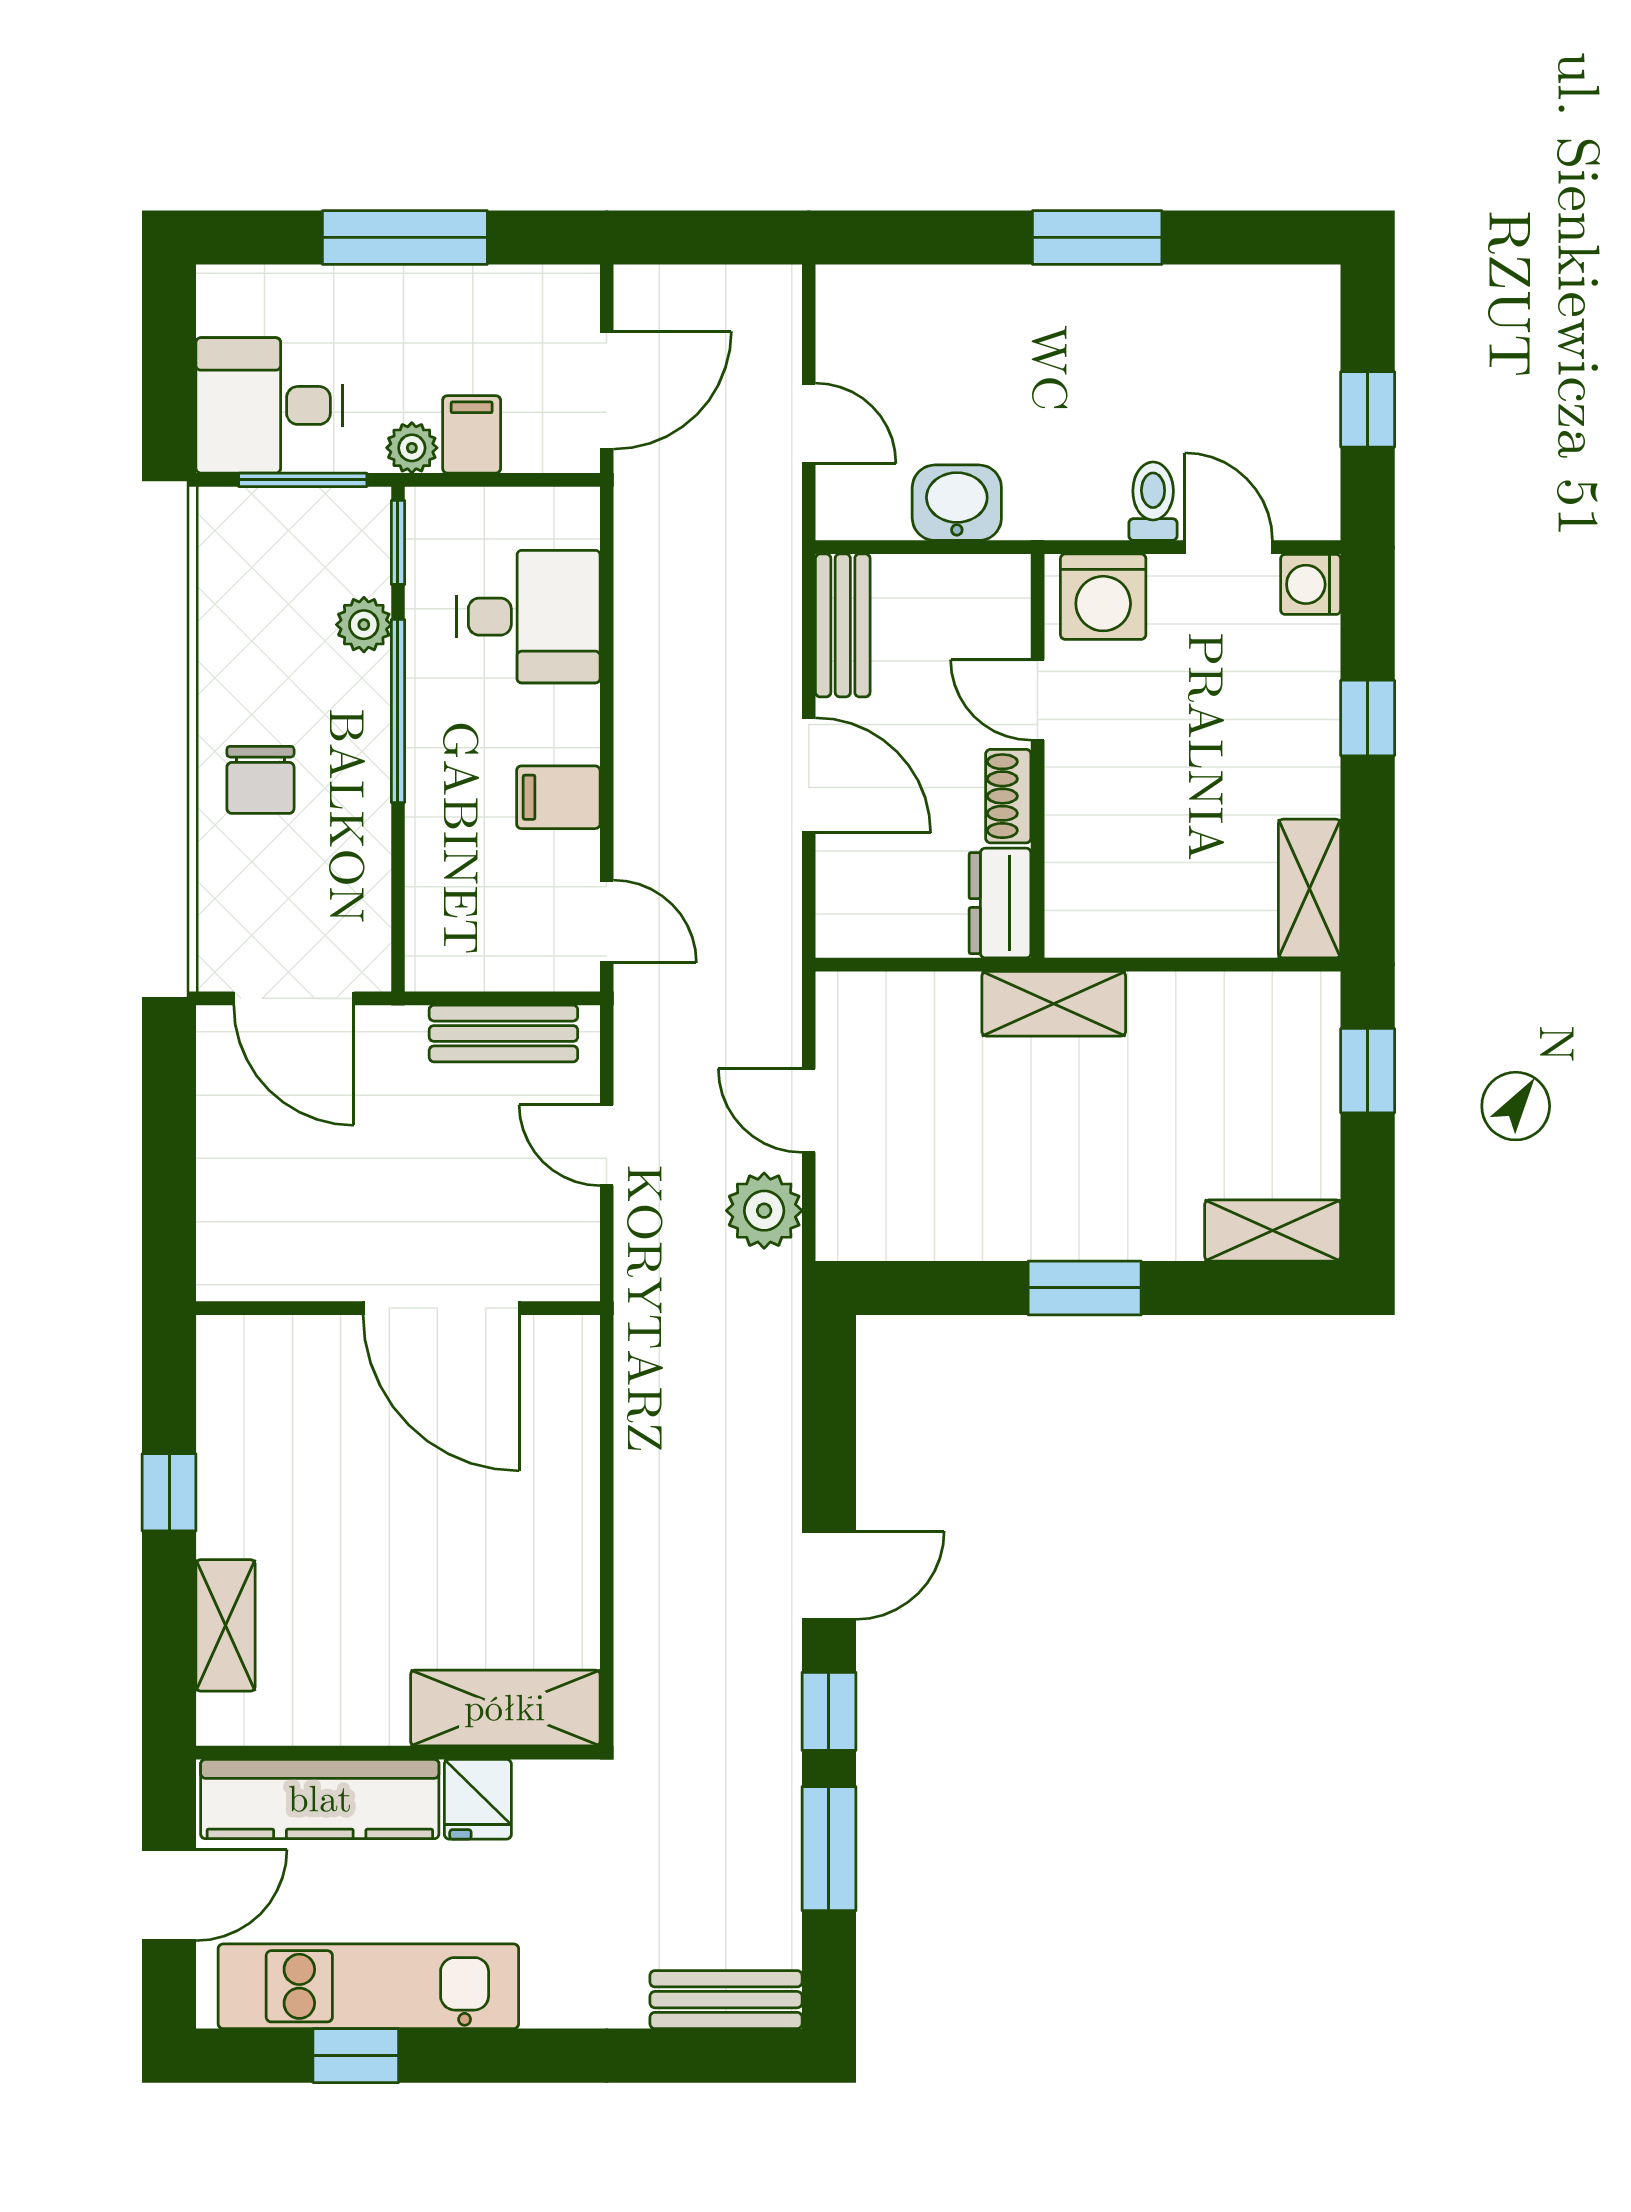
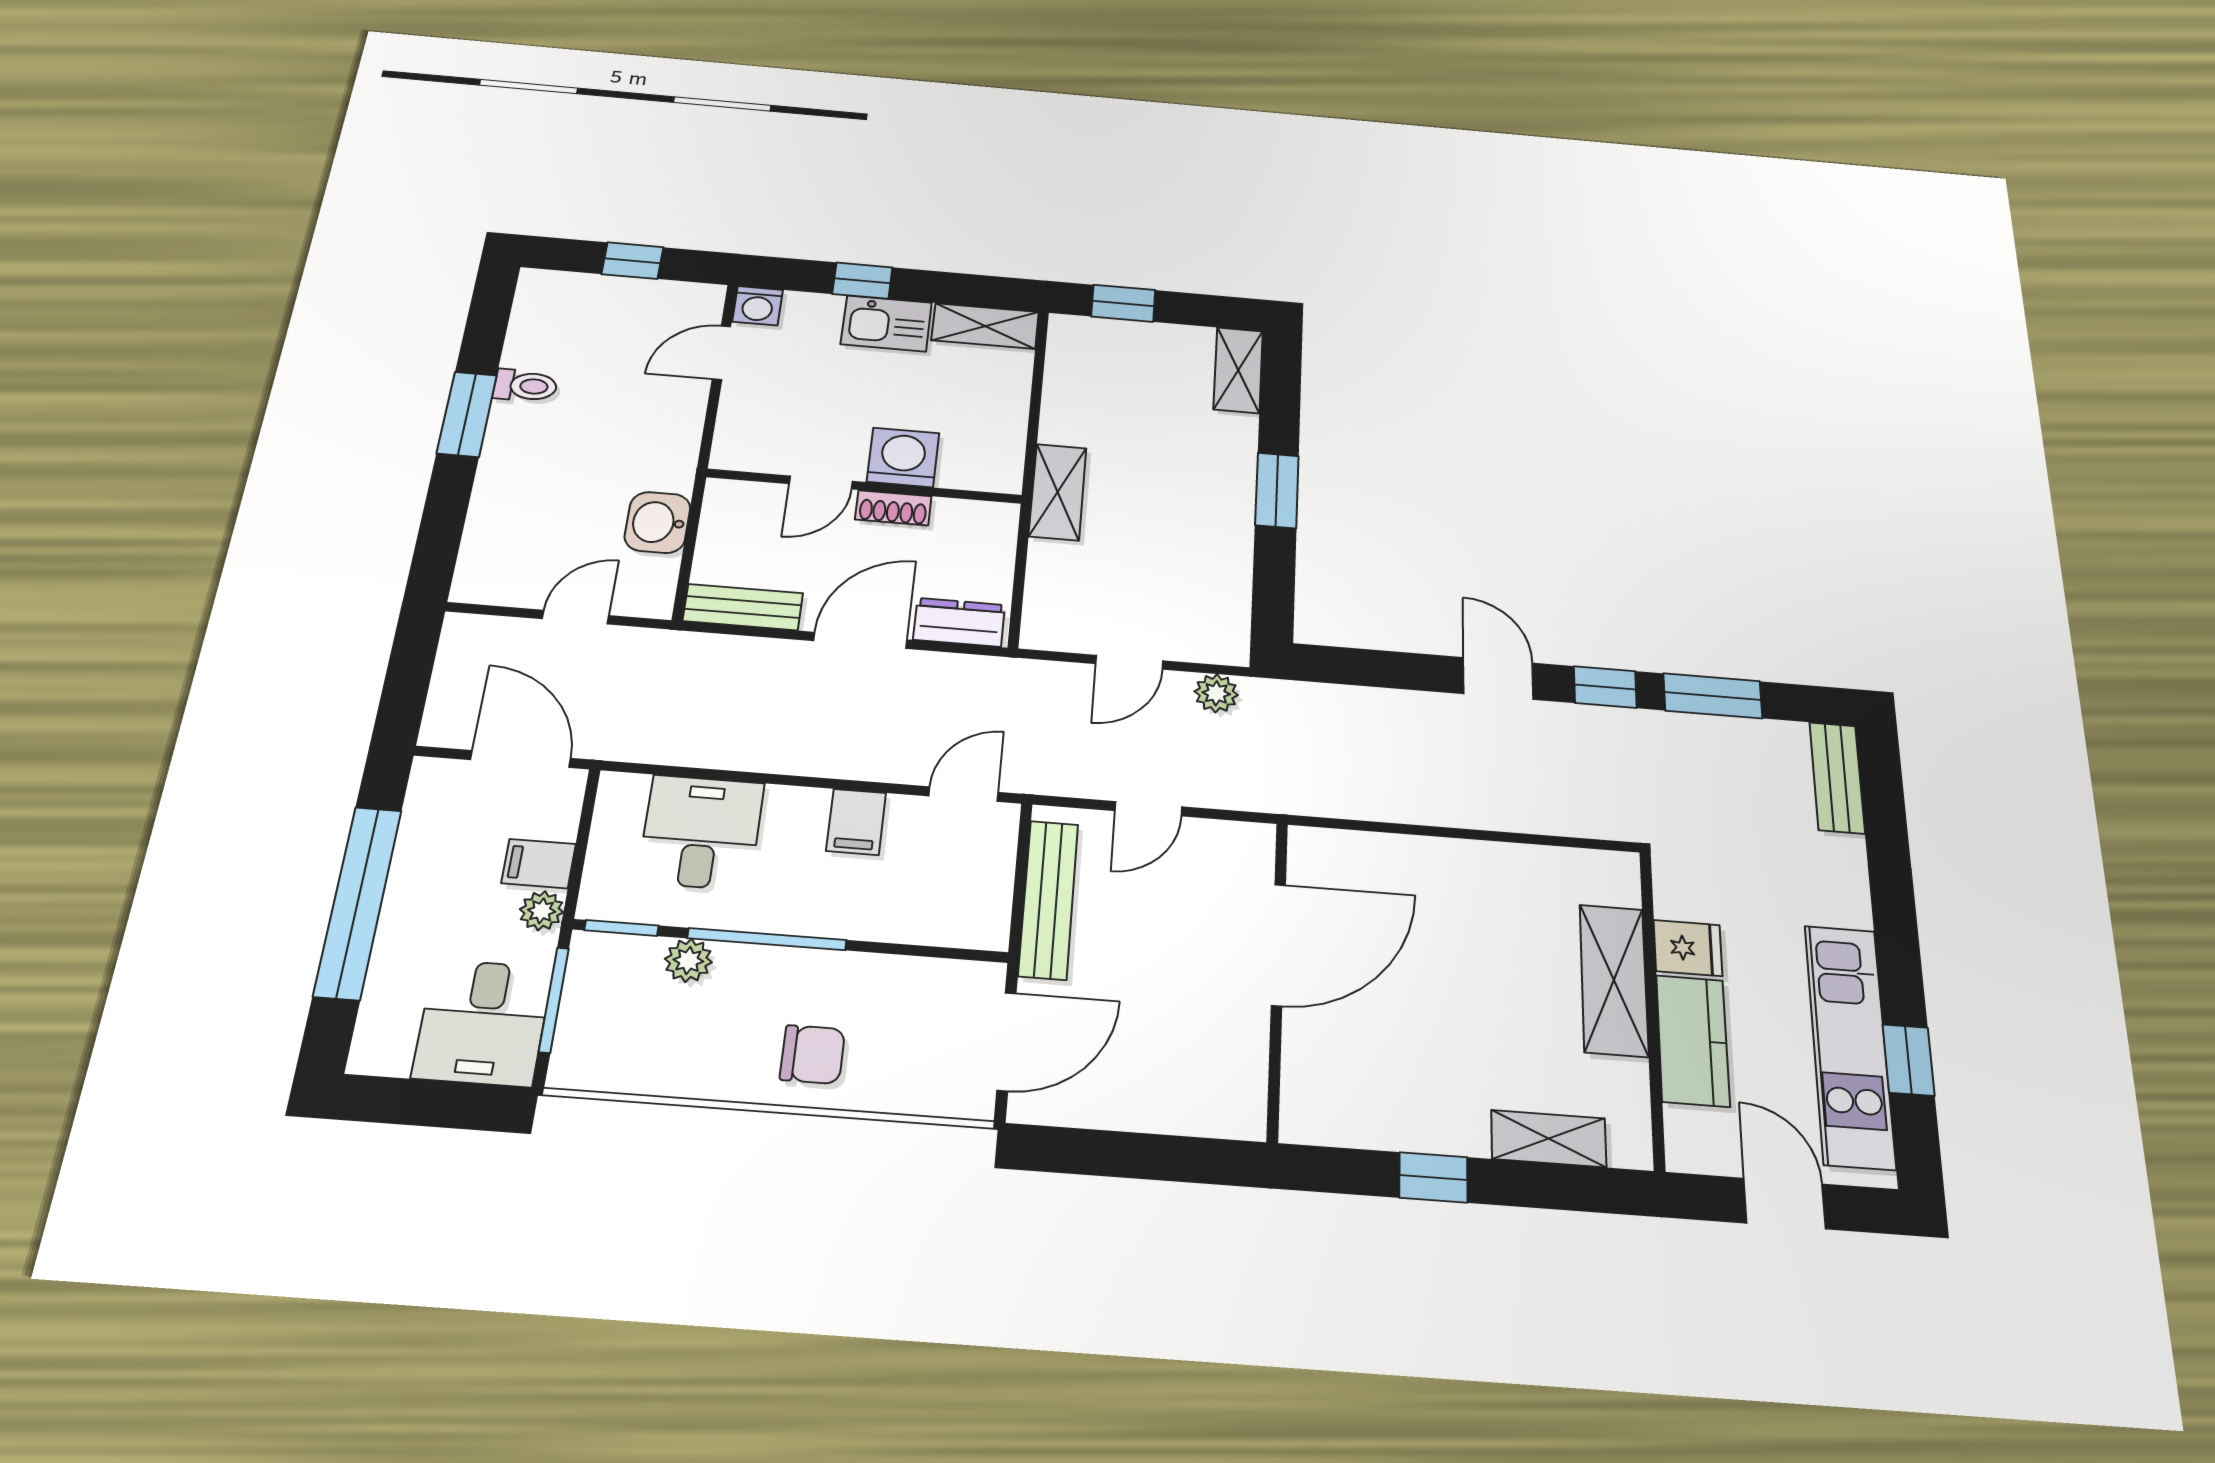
window: (405, 237) -> (358, 902), width x1.46
toilet: (1153, 501) -> (525, 386), moved, turned 180
washing machine: (1103, 597) -> (903, 457), moved, turned -90
kitchen sink: (1300, 757) -> (886, 323), added
dresser: (1000, 903) -> (959, 622), moved, turned 180
bench: (503, 1033) -> (1048, 899), width x1.36
plant: (764, 1211) -> (1216, 693), width x0.73, depth x0.73
shelving: (505, 1708) -> (1614, 980), moved
kitchen counter: (320, 1799) -> (1693, 1041), width x0.67

